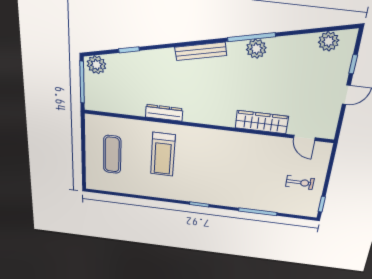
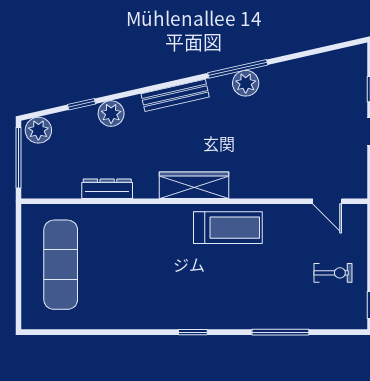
plant: (329, 41) -> (111, 114), moved
dresser: (164, 113) -> (107, 189), moved
wardrobe: (262, 122) -> (194, 185), moved
exercise mat: (112, 154) -> (61, 265), width x1.36, depth x1.45
treadmill: (163, 154) -> (228, 228), moved, turned -90

